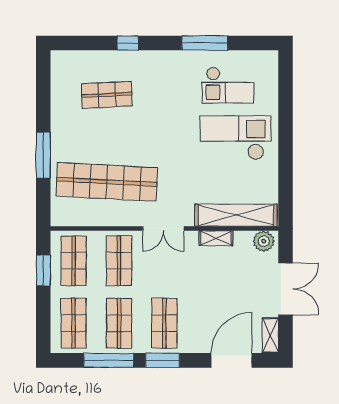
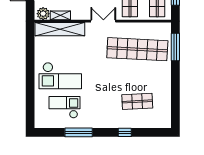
window: (43, 155) -> (175, 47), moved
shelving: (216, 238) -> (60, 15), moved

